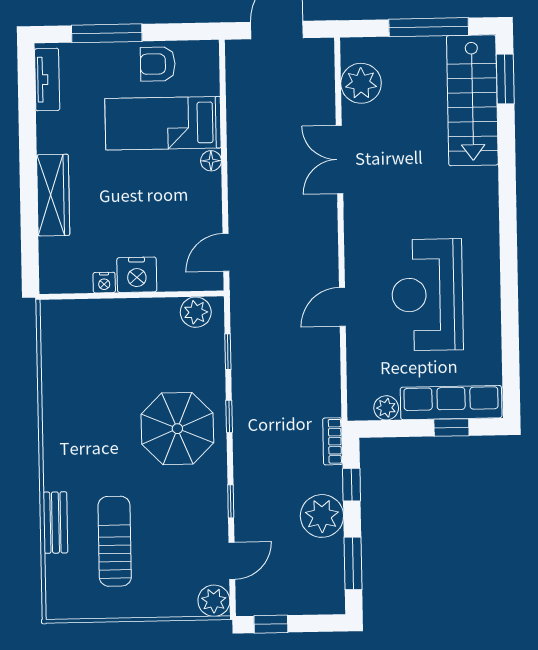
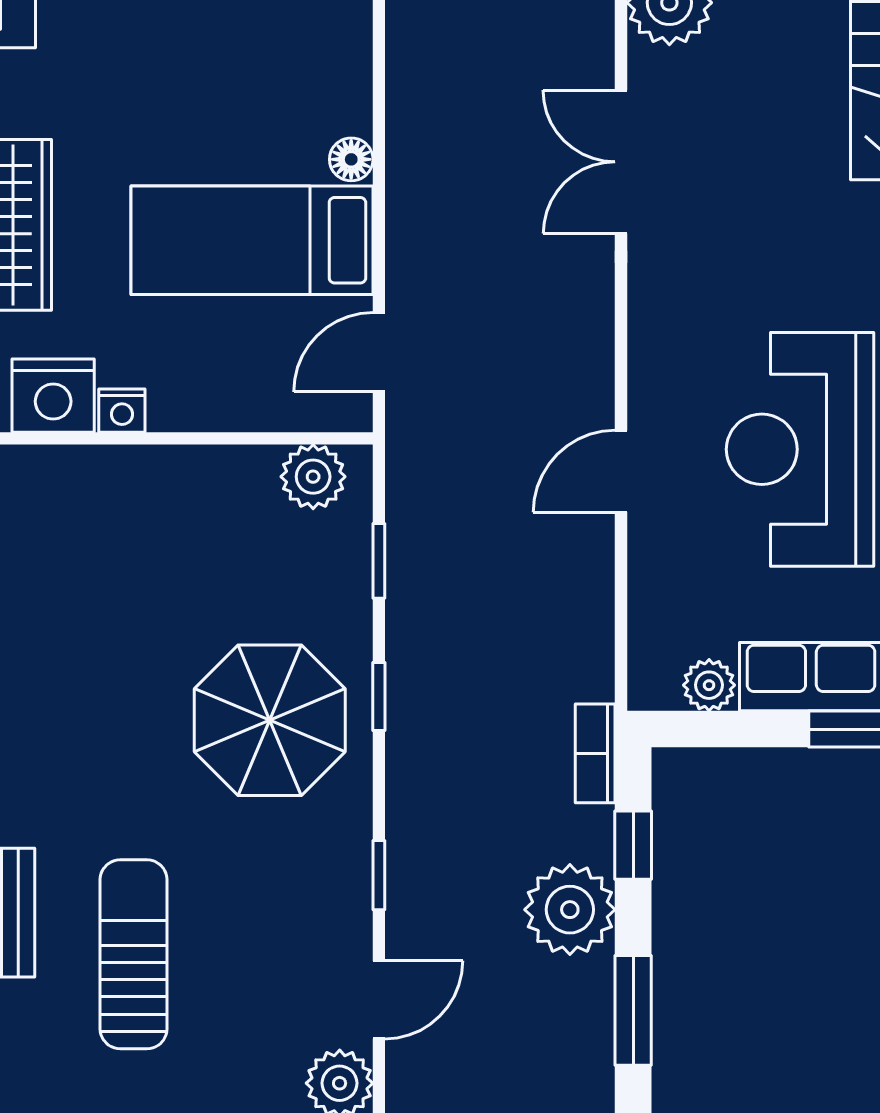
bed: (163, 123) -> (252, 240), moved
nightstand: (137, 275) -> (53, 396), moved

